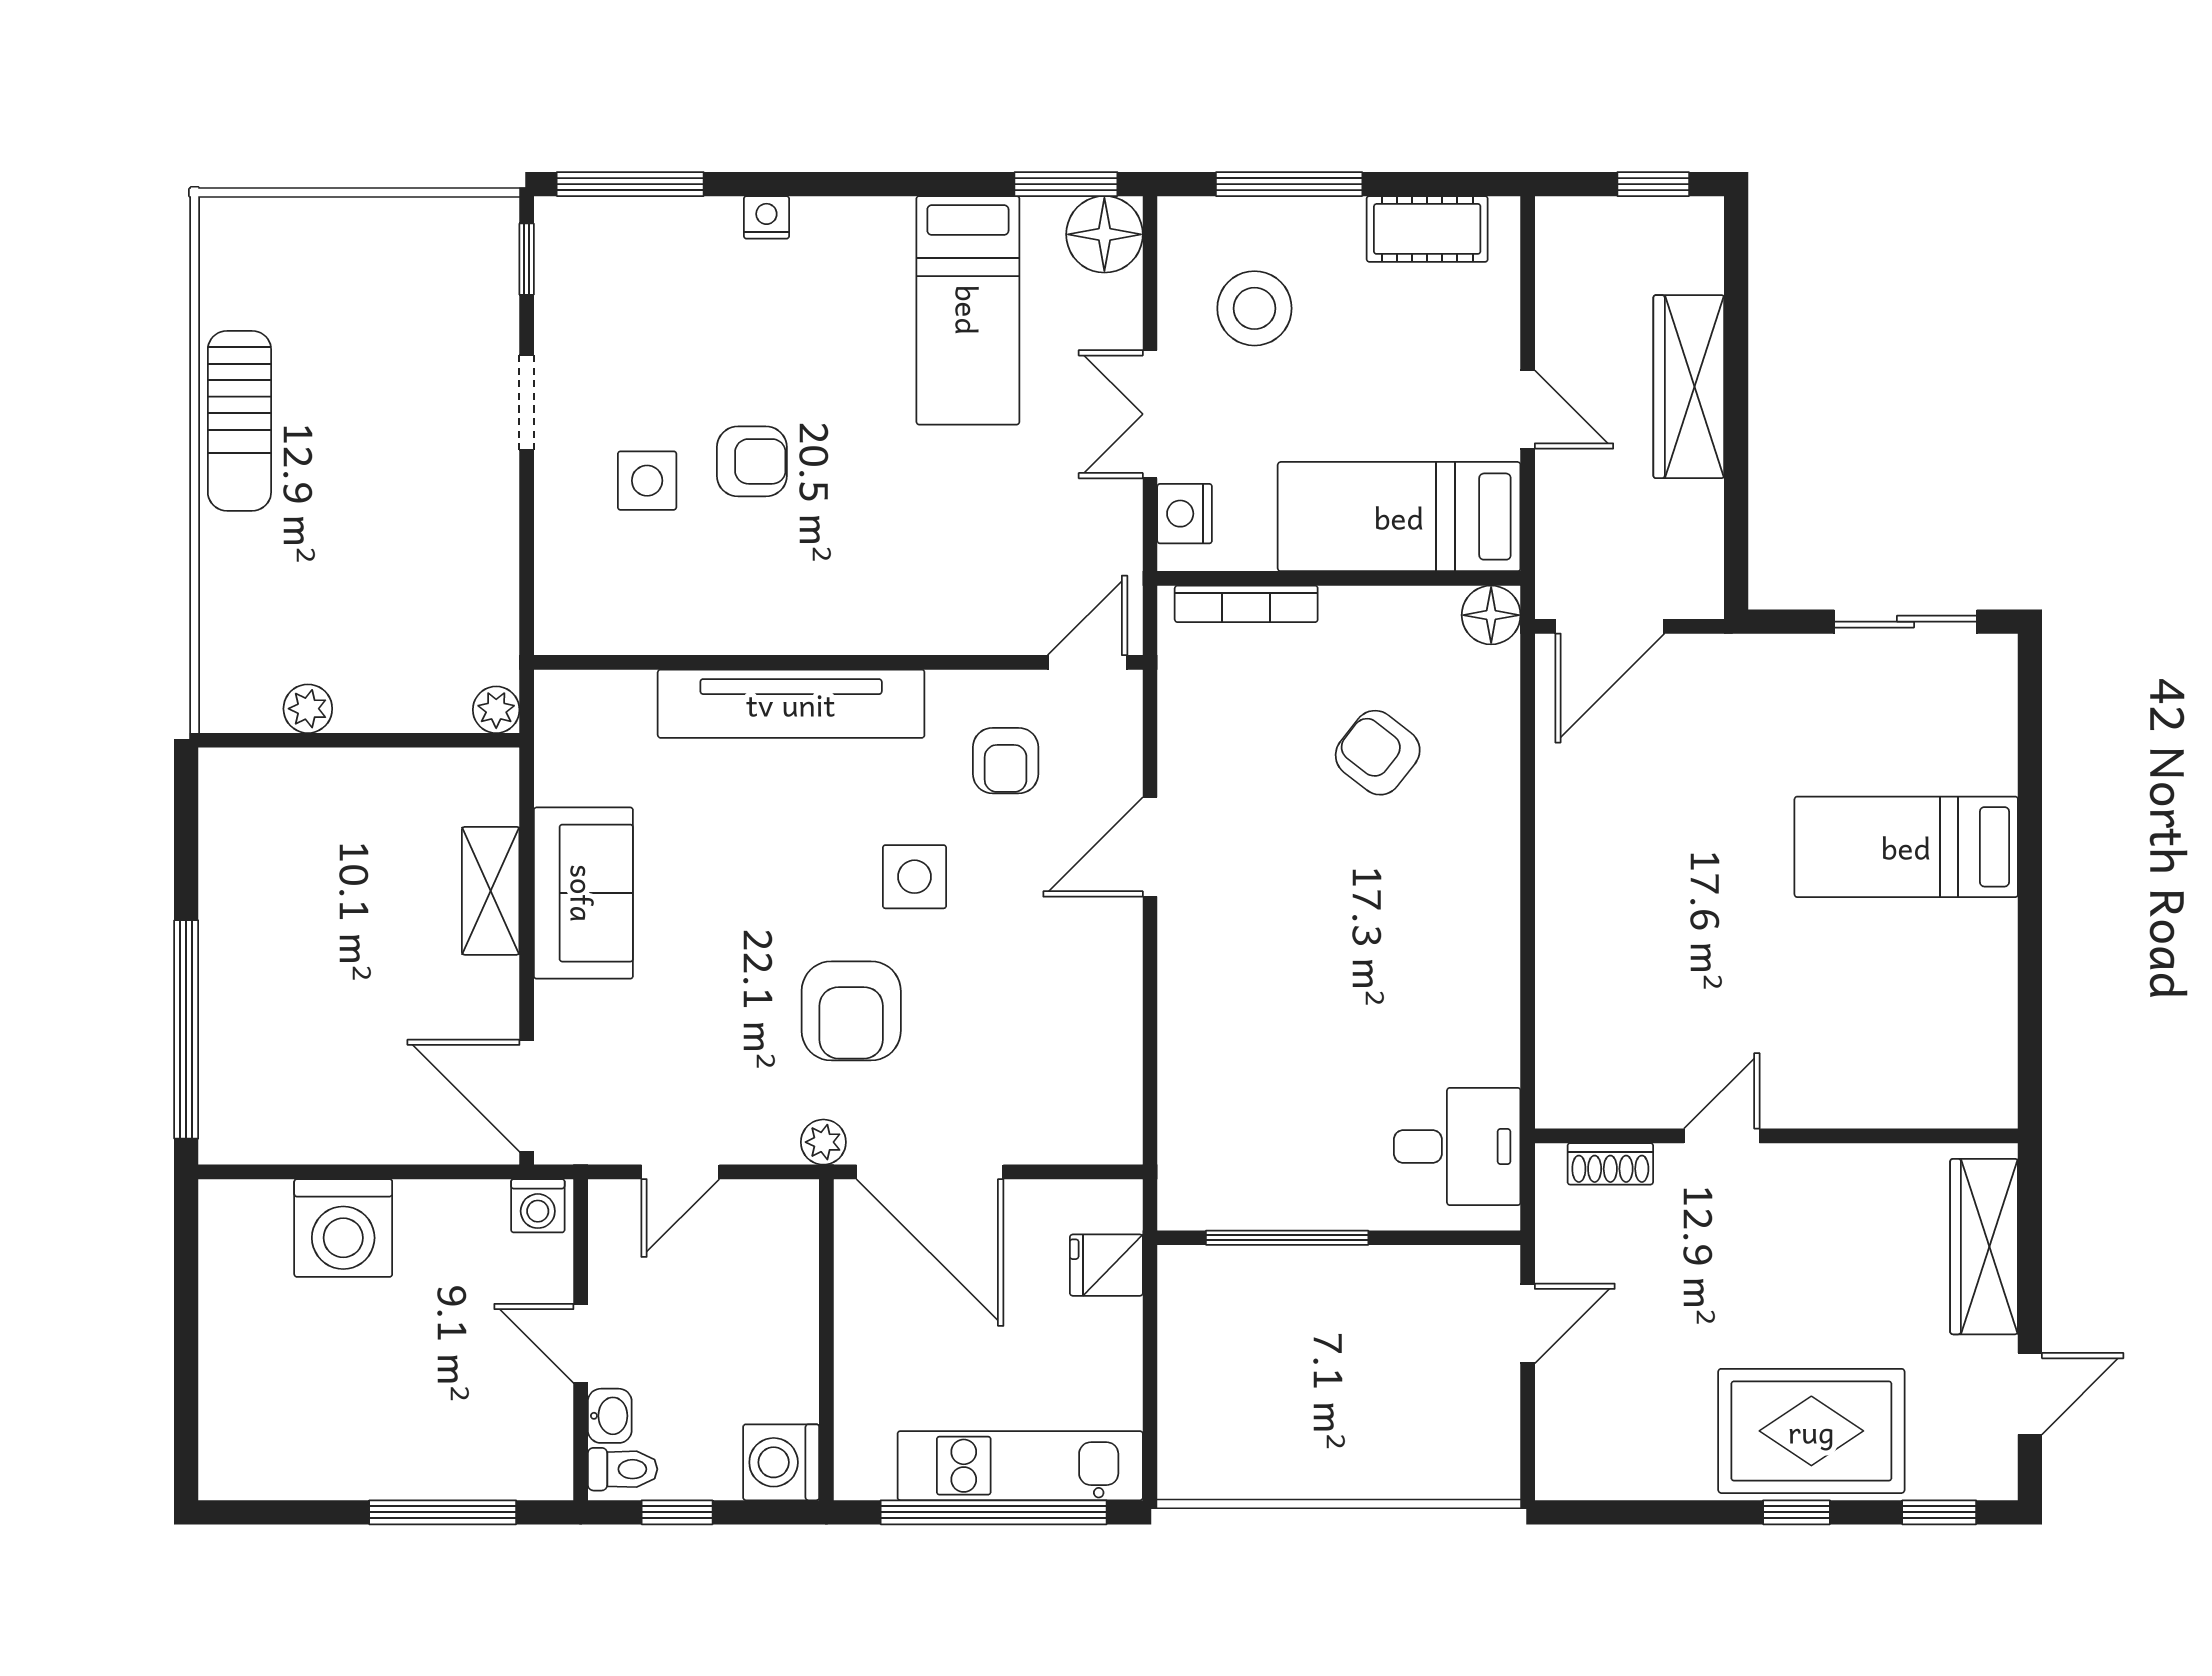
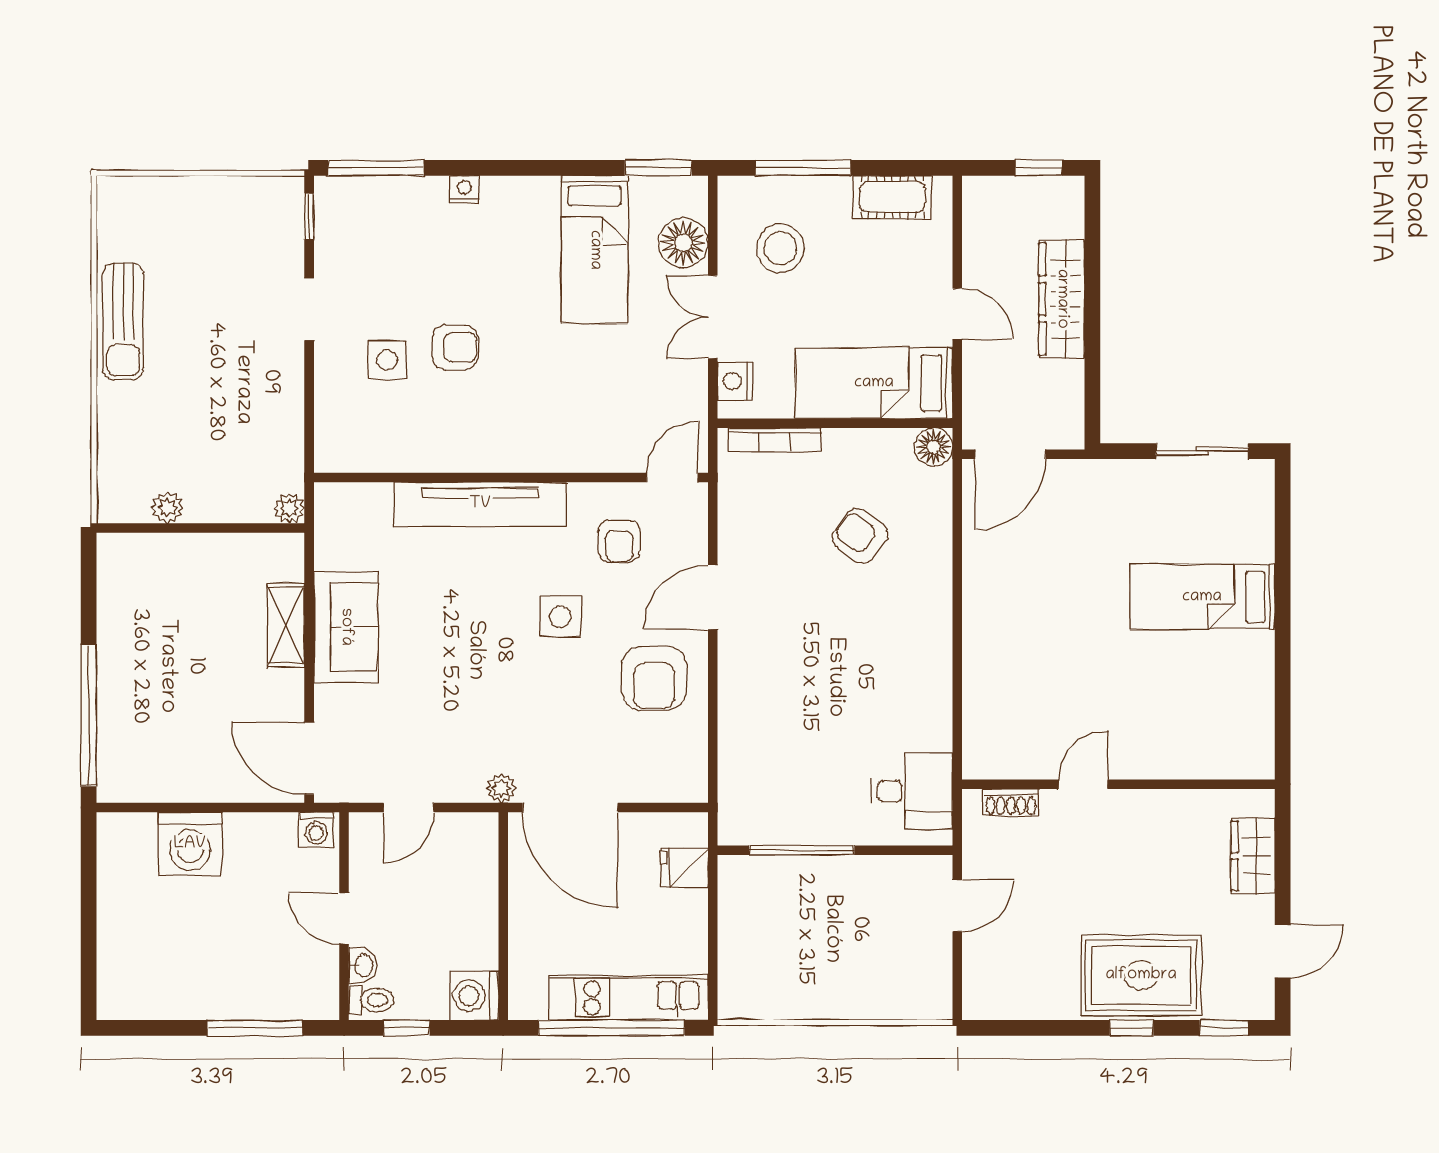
floor lamp: (1104, 234) -> (683, 243), moved
armchair: (851, 1011) -> (654, 678), moved
wardrobe: (1984, 1247) -> (1253, 856), width x0.67

